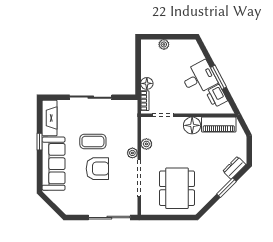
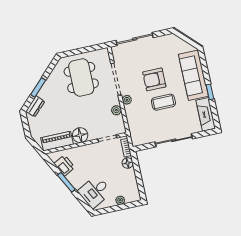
desk: (199, 78) -> (95, 192), moved

